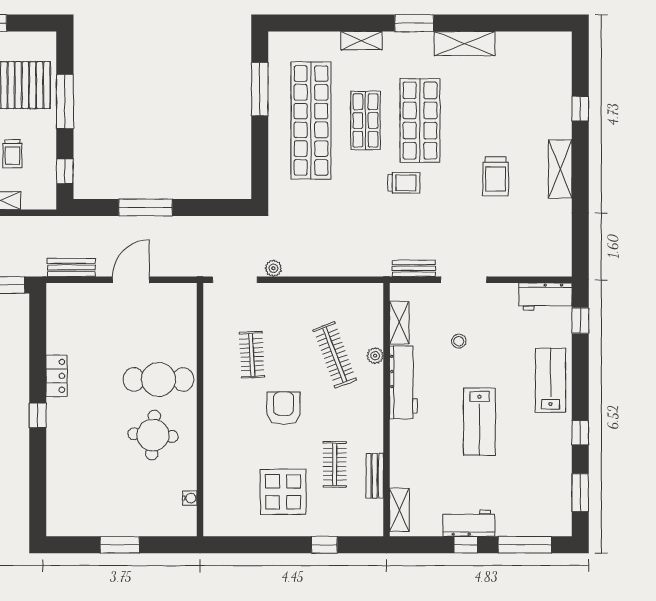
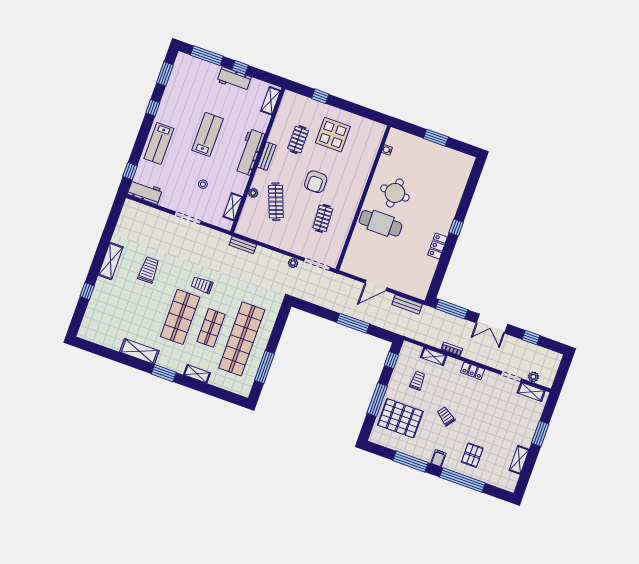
bench: (414, 268) -> (243, 245), moved
workbench: (403, 382) -> (250, 152), moved
bench: (375, 476) -> (267, 156), moved

